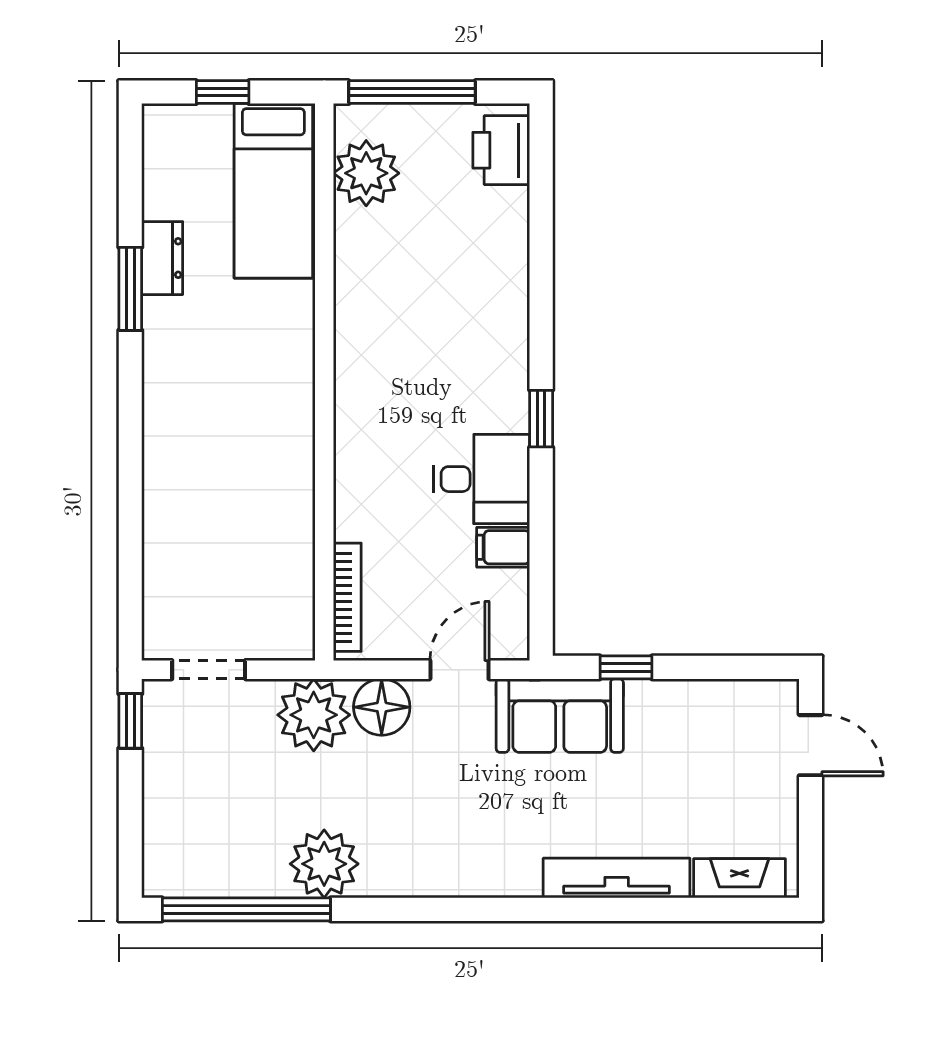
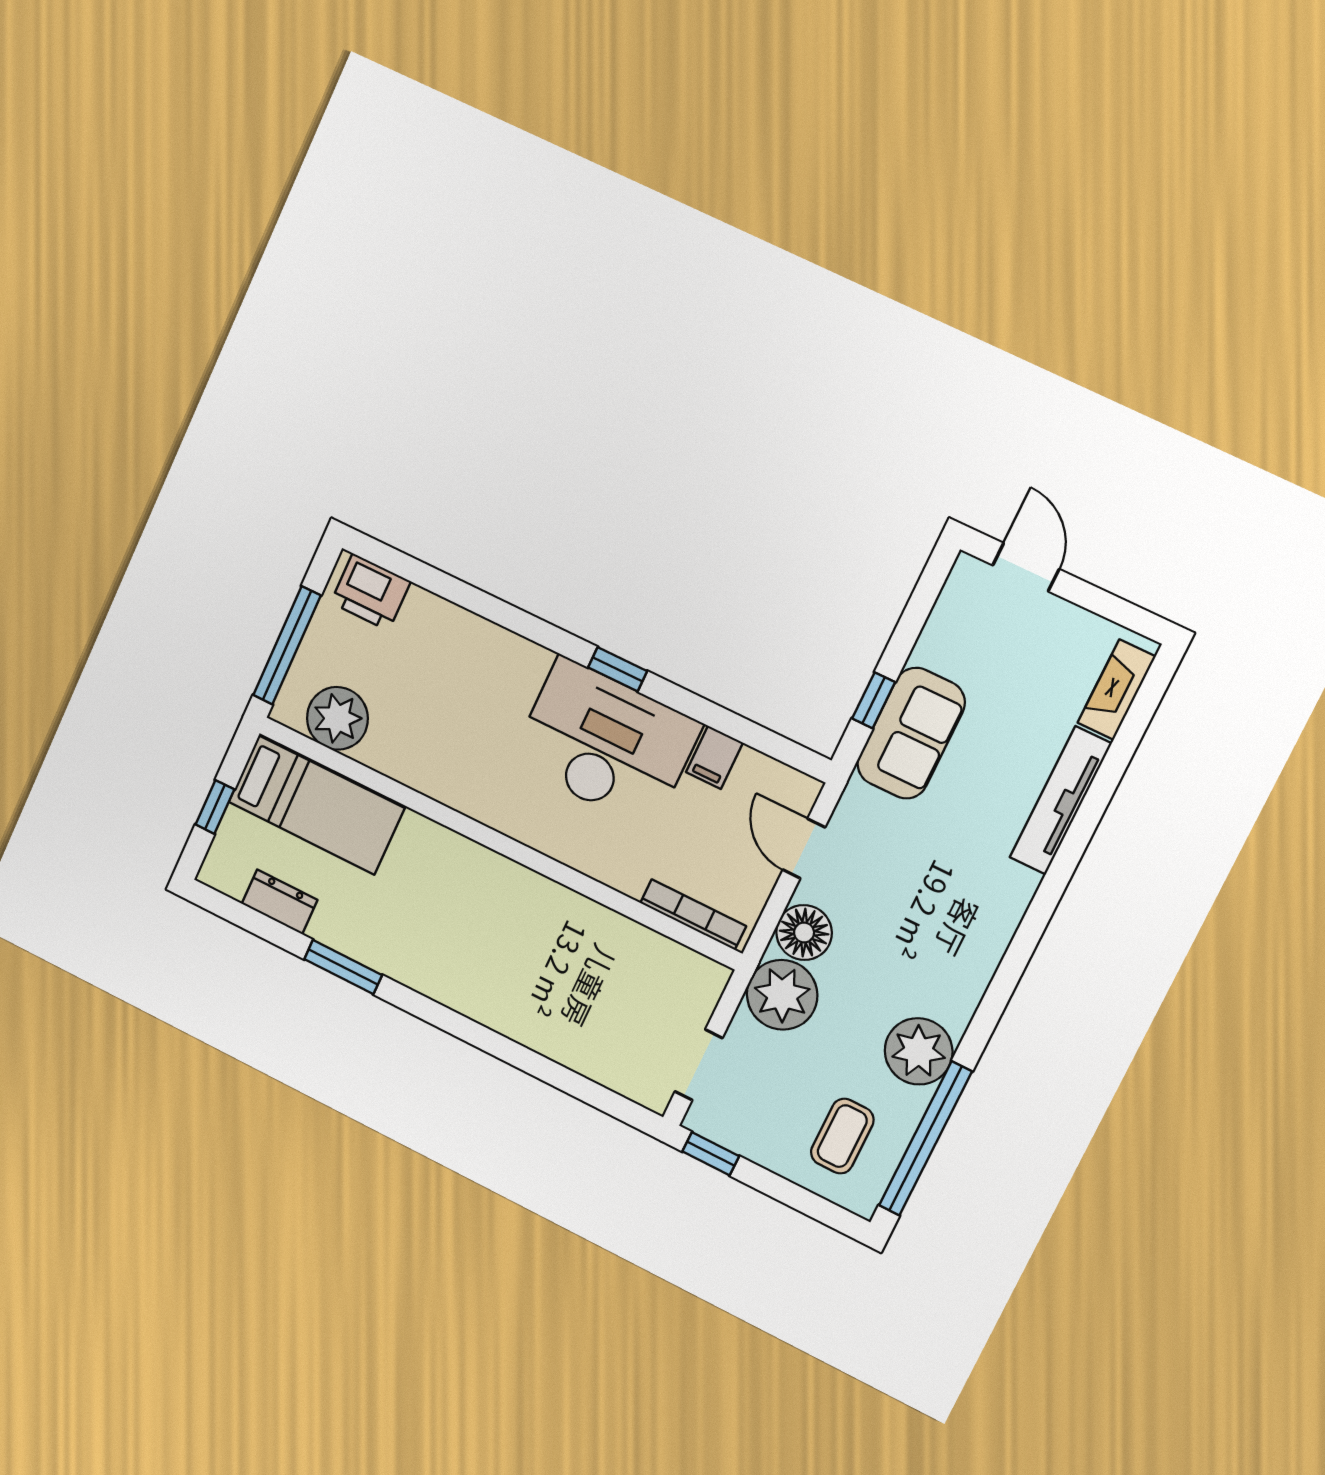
dresser: (162, 258) -> (280, 902), moved
desk: (482, 479) -> (606, 743), width x1.87, depth x1.30
sofa: (560, 716) -> (911, 733), moved
door: (811, 745) -> (1026, 567), hinge flipped
coffee table: (210, 833) -> (842, 1136), added

